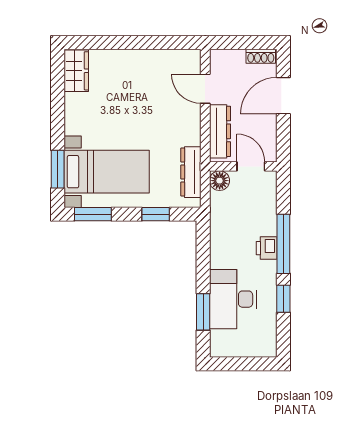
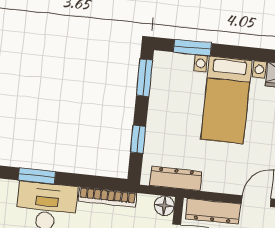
bed with nightstands: (107, 172) -> (226, 100), moved
bookcase: (217, 239) -> (107, 197), added

